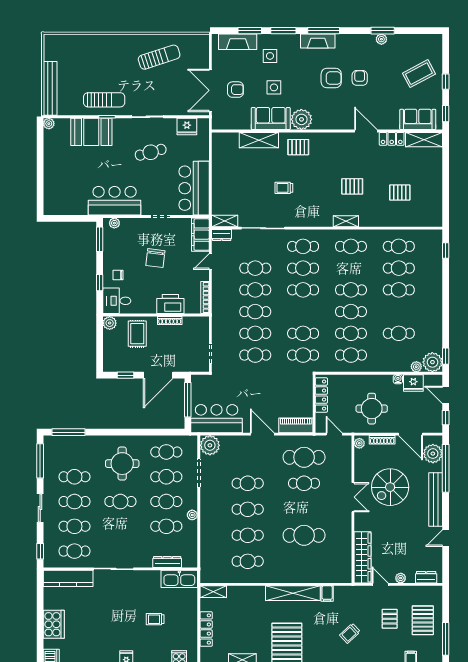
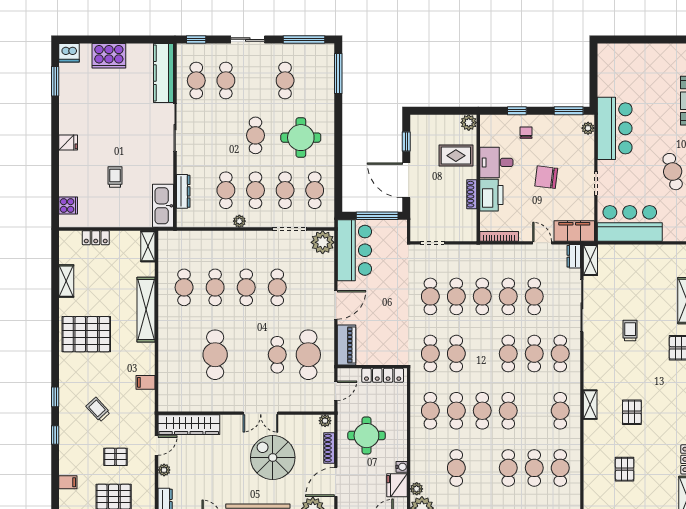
desk: (117, 301) -> (496, 162), moved, turned -90
cafe table: (74, 502) -> (255, 81), removed
shelving: (293, 593) -> (146, 310), moved
locker: (206, 629) -> (96, 238), width x0.66

